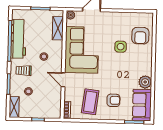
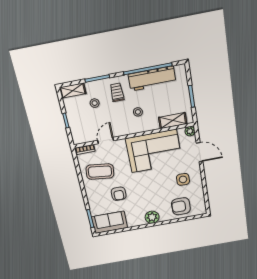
side table: (121, 47) -> (183, 179), moved
door: (63, 80) -> (106, 140), moved
plant: (145, 82) -> (152, 217), moved
armchair: (113, 100) -> (119, 194), moved

